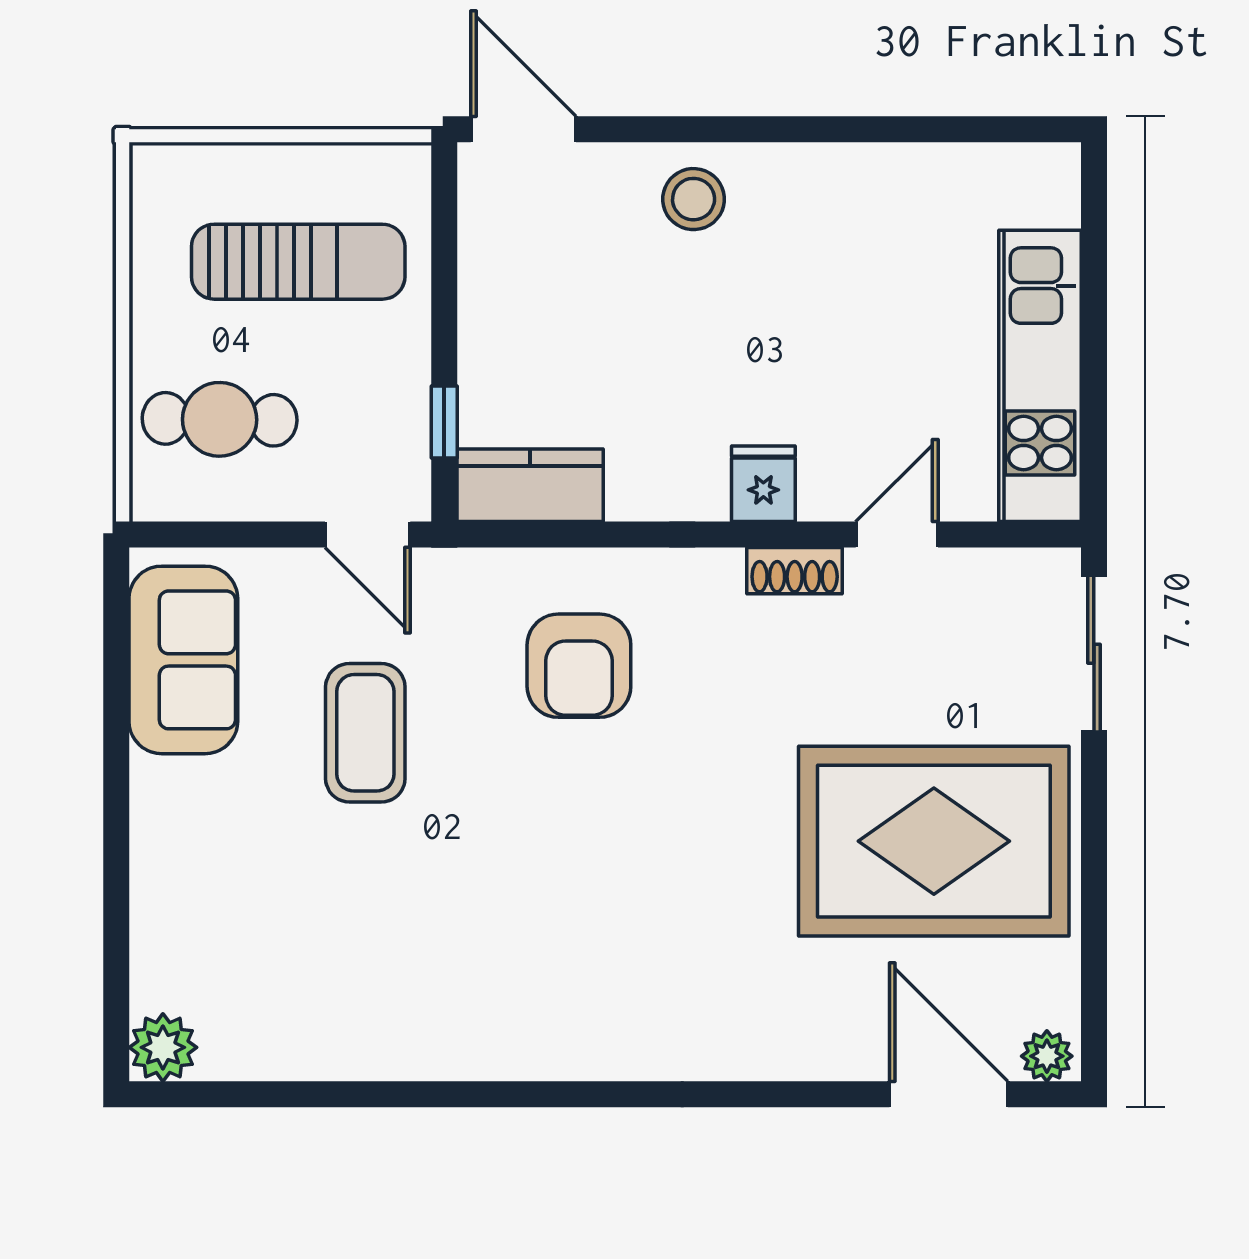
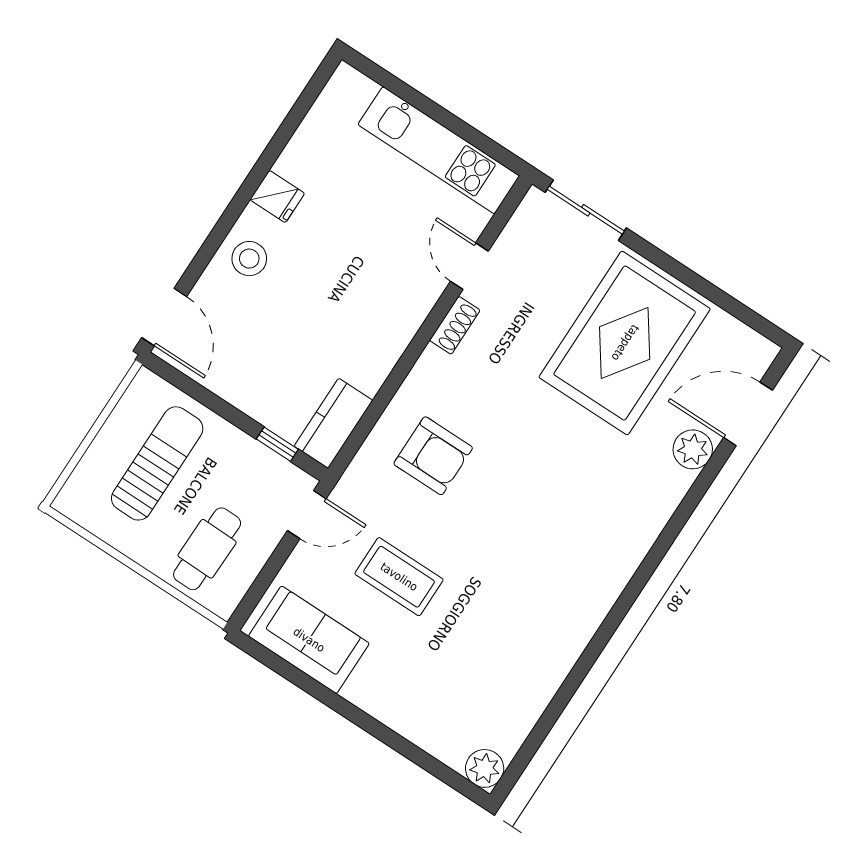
door: (523, 129) -> (164, 317), swing flipped
fridge: (763, 484) -> (277, 196), moved, turned 180
plant: (1047, 1056) -> (693, 449), moved, width x1.38, depth x1.38

